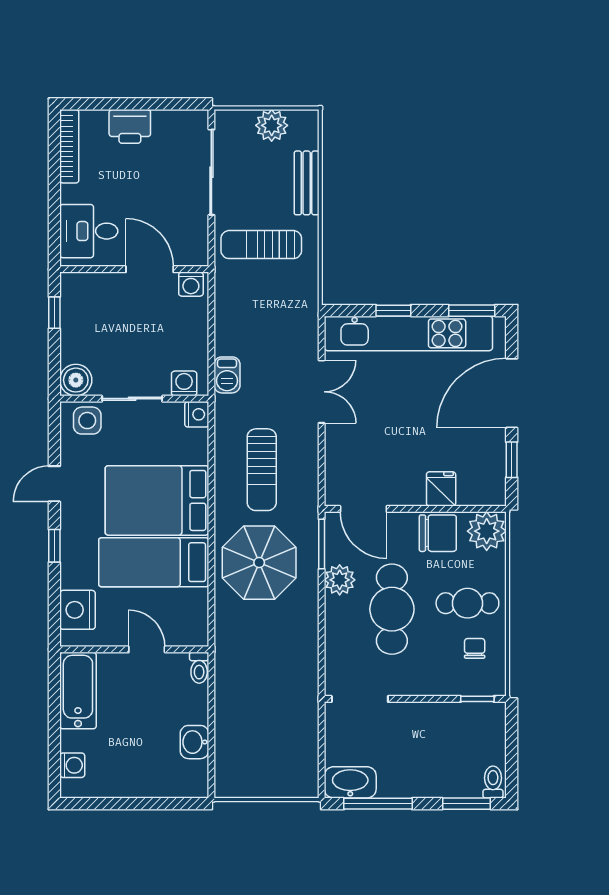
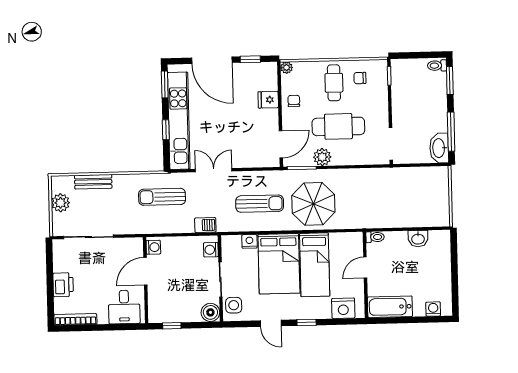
sun lounger: (261, 245) -> (162, 197), moved, turned 90
nightstand: (197, 414) -> (249, 241), moved
plant: (487, 531) -> (287, 68), width x0.53, depth x0.53
chair: (438, 533) -> (294, 101), width x0.54, depth x0.54

